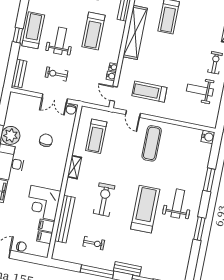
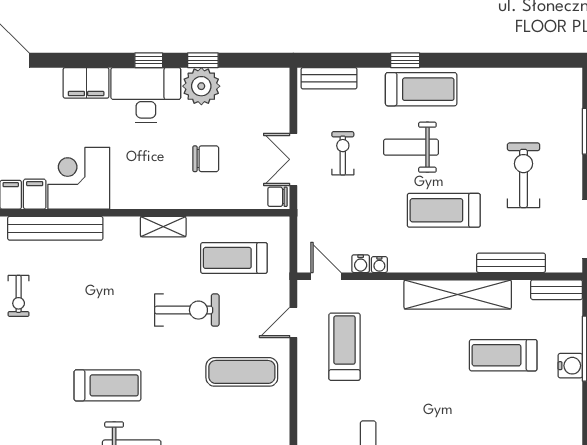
weight bench: (60, 41) -> (411, 147), turned 180
door: (114, 94) -> (326, 276), hinge flipped
exercise bike: (104, 200) -> (187, 310), moved
treadmill: (145, 209) -> (107, 385), width x0.73, depth x0.73

